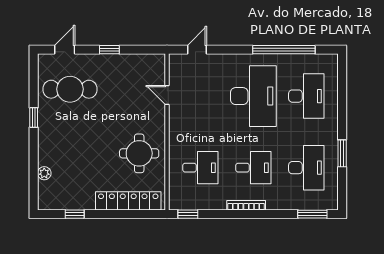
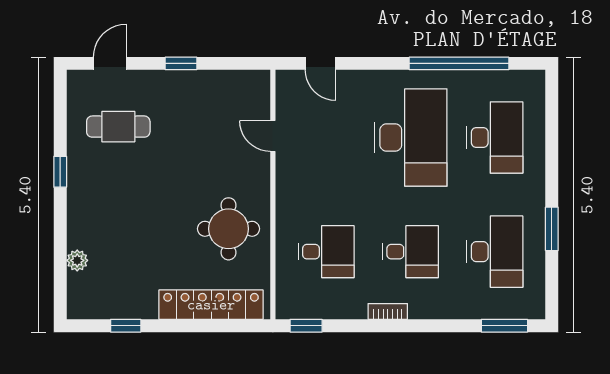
door: (197, 50) -> (321, 63), swing flipped
cafe table: (70, 89) -> (118, 127), width x0.73, depth x0.74
bookcase: (246, 205) -> (388, 311), width x0.64

